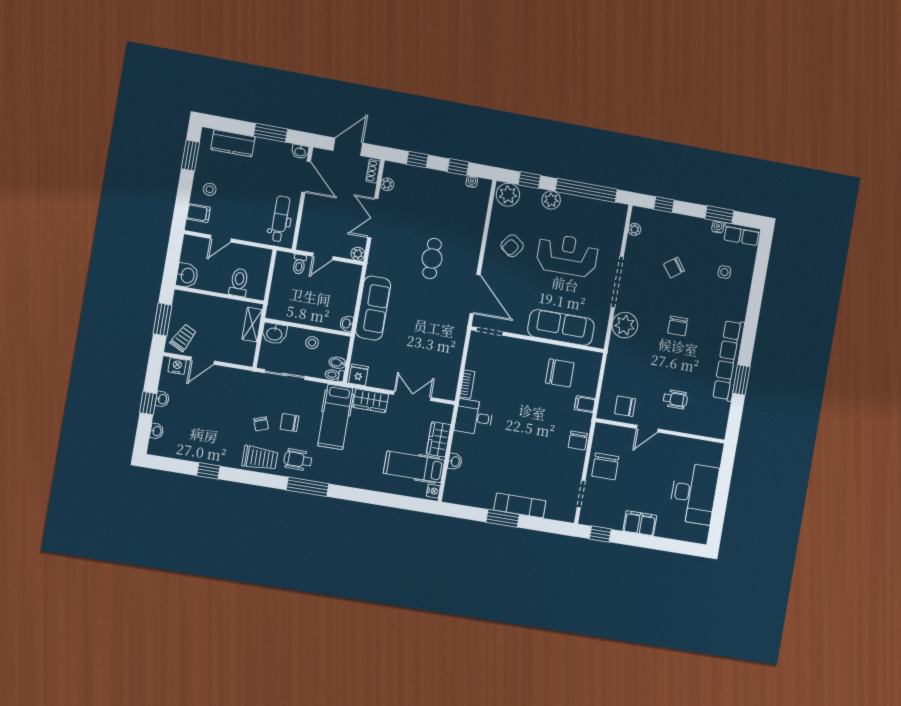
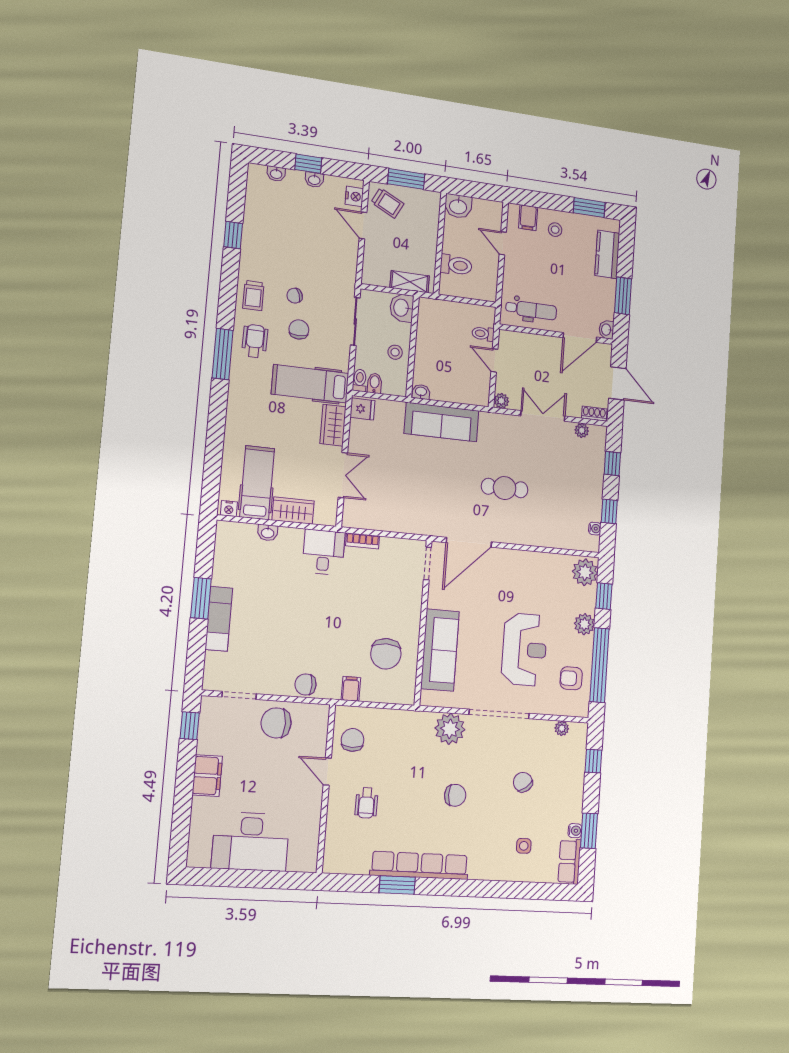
armchair: (512, 246) -> (571, 678), moved, turned -37
chair: (678, 326) -> (455, 795), turned 180
trolley: (260, 458) -> (253, 296), width x0.73, depth x0.72

